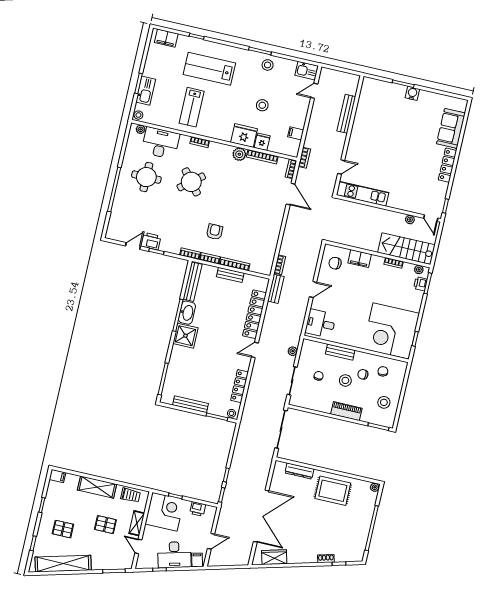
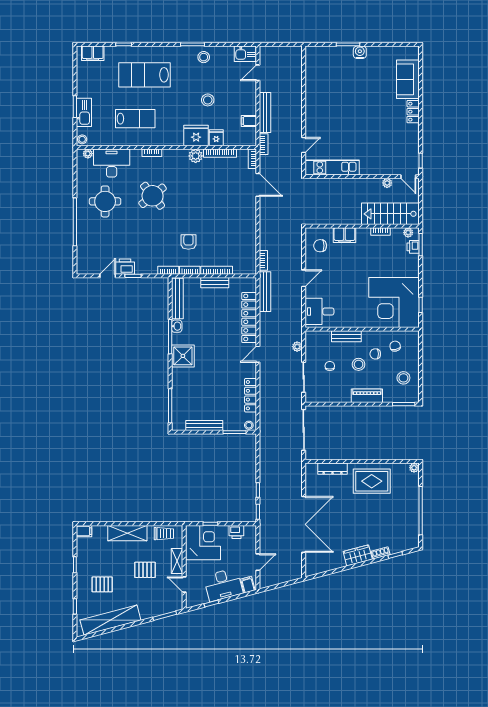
lab bench: (192, 107) -> (135, 119), turned -90
bench: (346, 114) -> (265, 112), moved
locker: (448, 165) -> (413, 112), width x0.66
bench: (276, 289) -> (265, 292), width x1.36
washbasin: (187, 313) -> (177, 326), width x0.52, depth x0.69
wardrobe: (274, 557) -> (358, 555), moved

